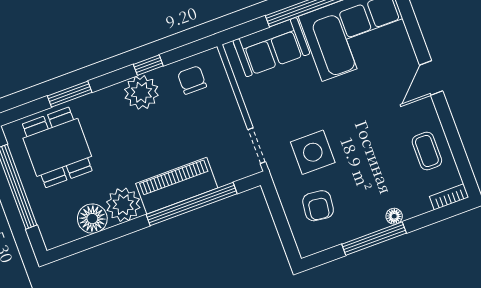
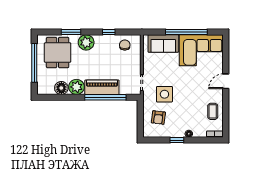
plant: (141, 92) -> (86, 42), moved
window: (374, 239) -> (177, 140), width x0.46

